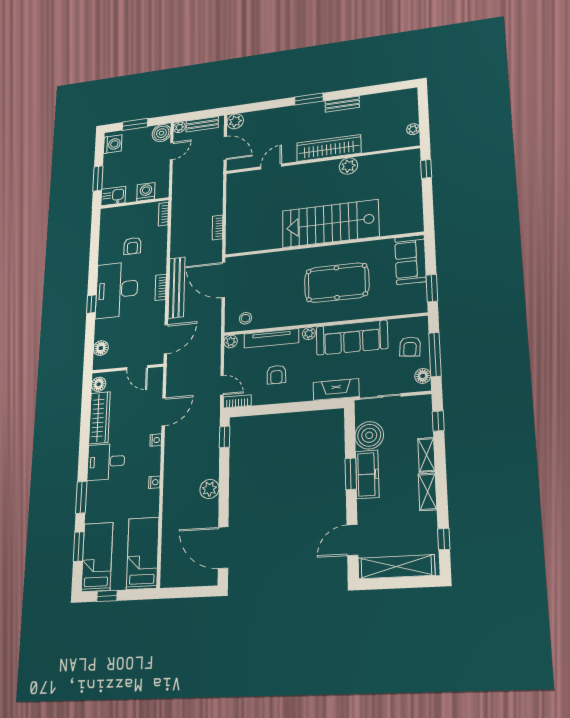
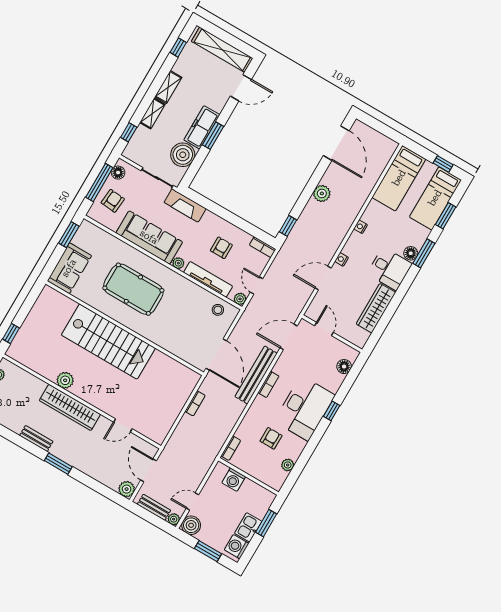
kitchen sink: (113, 196) -> (248, 527), moved, turned 90
plant: (105, 235) -> (288, 465), added
floor lamp: (99, 384) -> (411, 253), moved
door: (222, 385) -> (257, 286), moved

